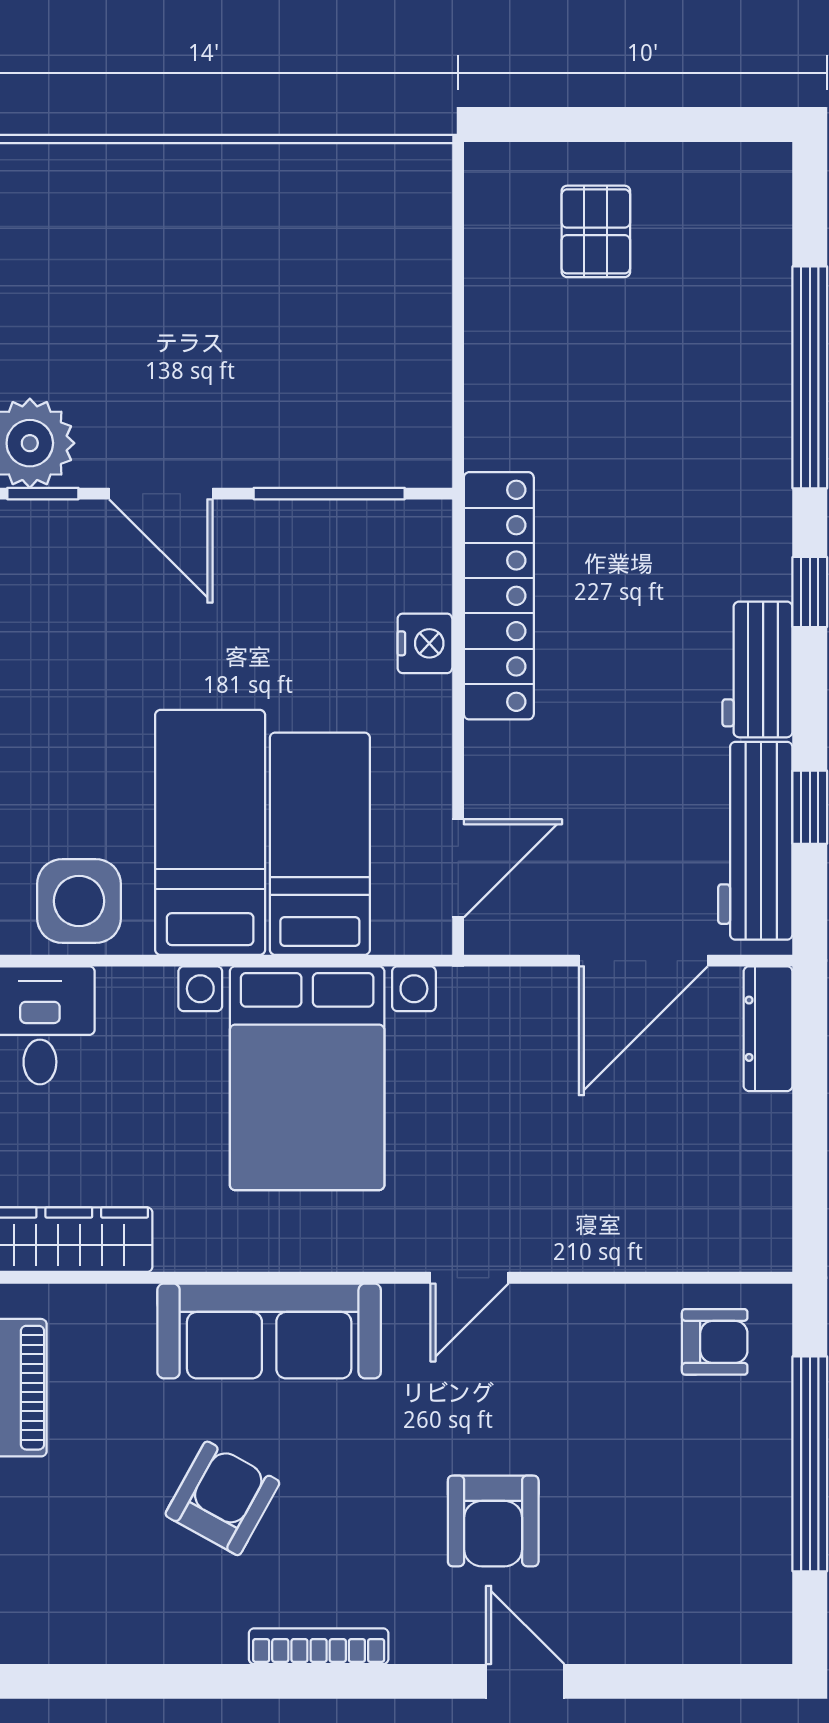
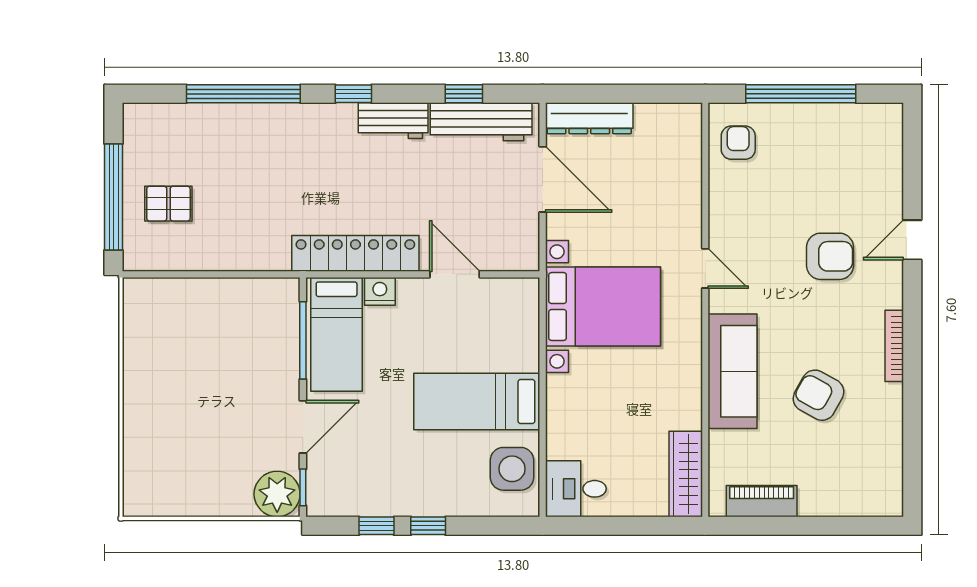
window: (609, 124) -> (114, 197), added
bed: (320, 844) -> (337, 334), moved, turned -90
door: (458, 868) -> (455, 274), moved
dresser: (768, 1029) -> (589, 118), width x1.37, depth x1.24
bed with nightstands: (307, 1078) -> (603, 307), moved

